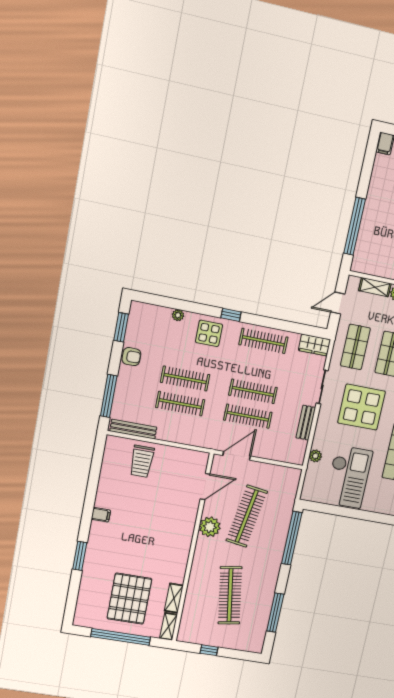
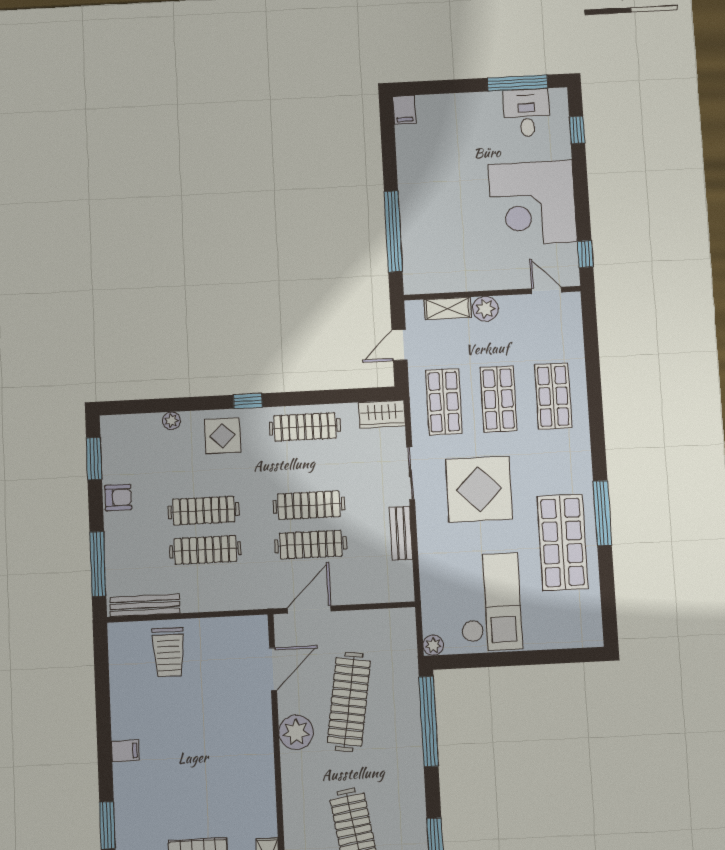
plant: (315, 456) -> (433, 645), moved

